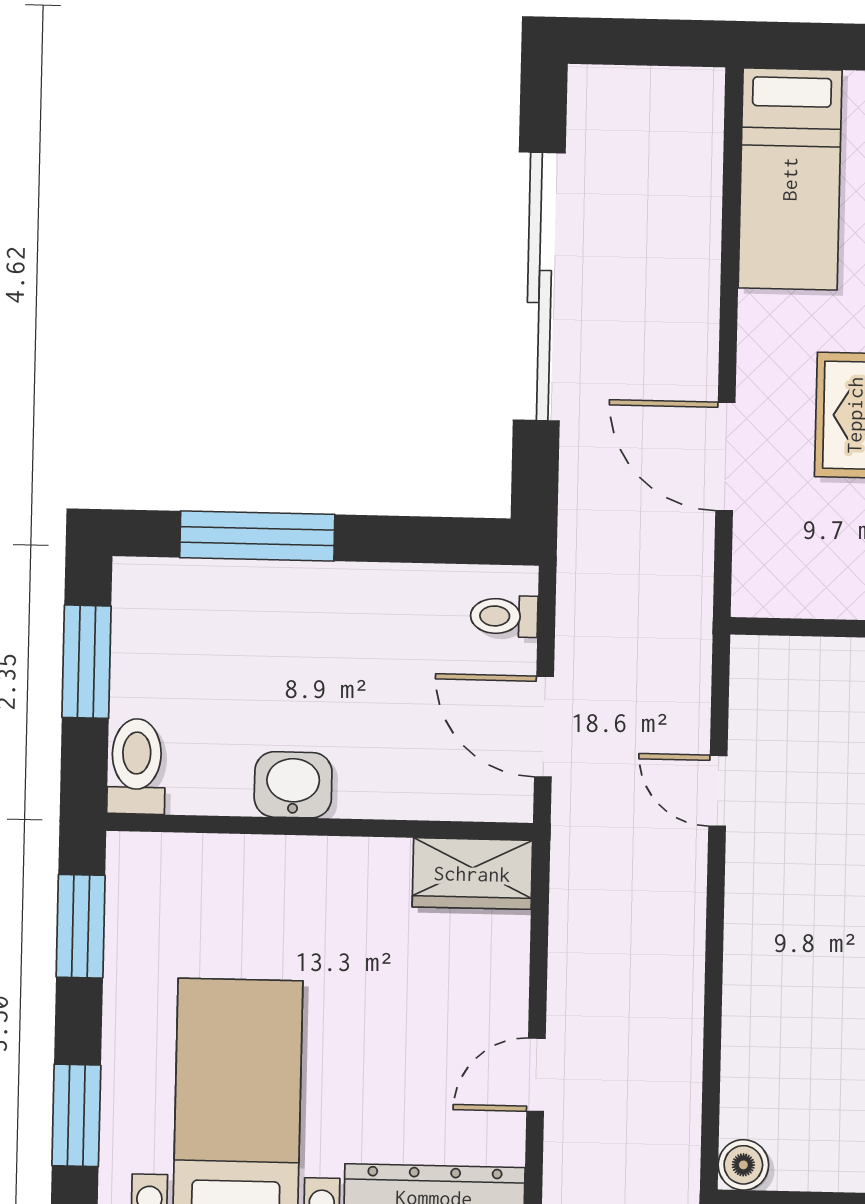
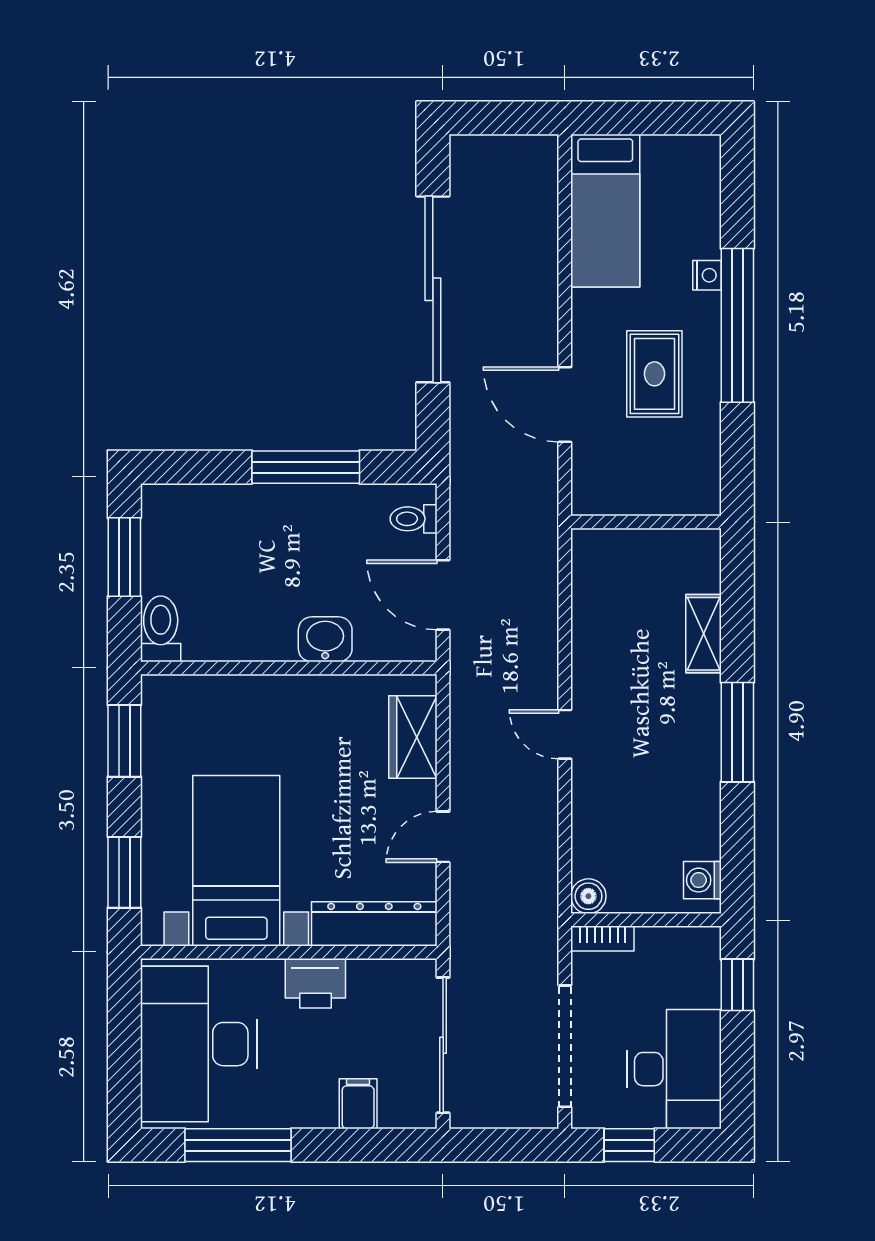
window: (257, 536) -> (306, 467), moved
washbasin: (293, 785) -> (325, 639), moved
door: (718, 791) -> (565, 734), moved
wardrobe: (472, 874) -> (413, 737), moved, turned 90

